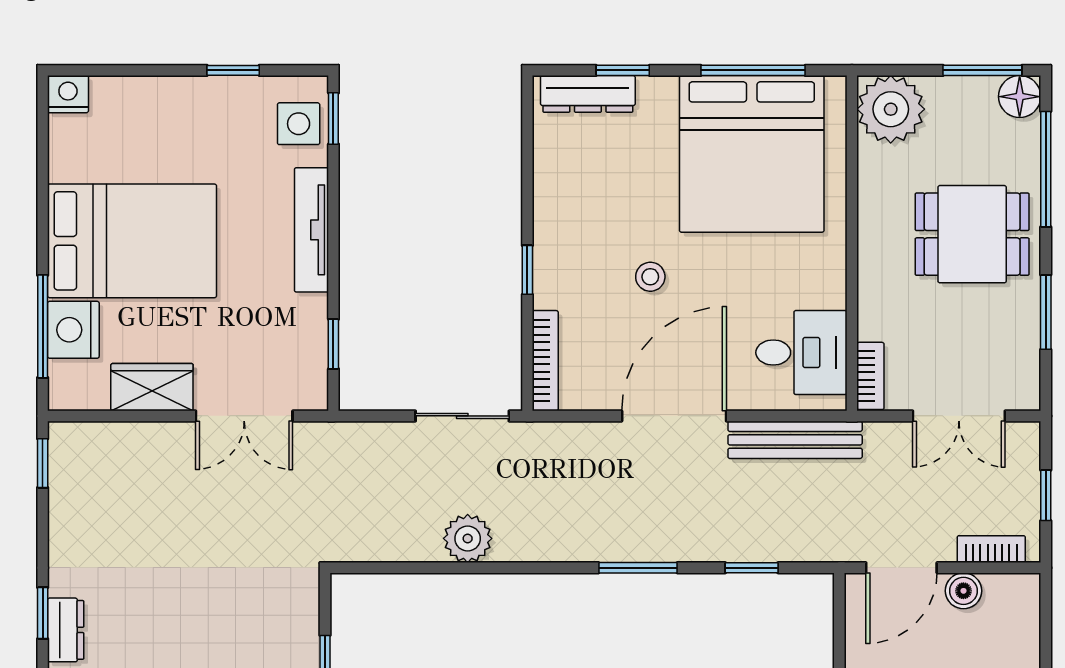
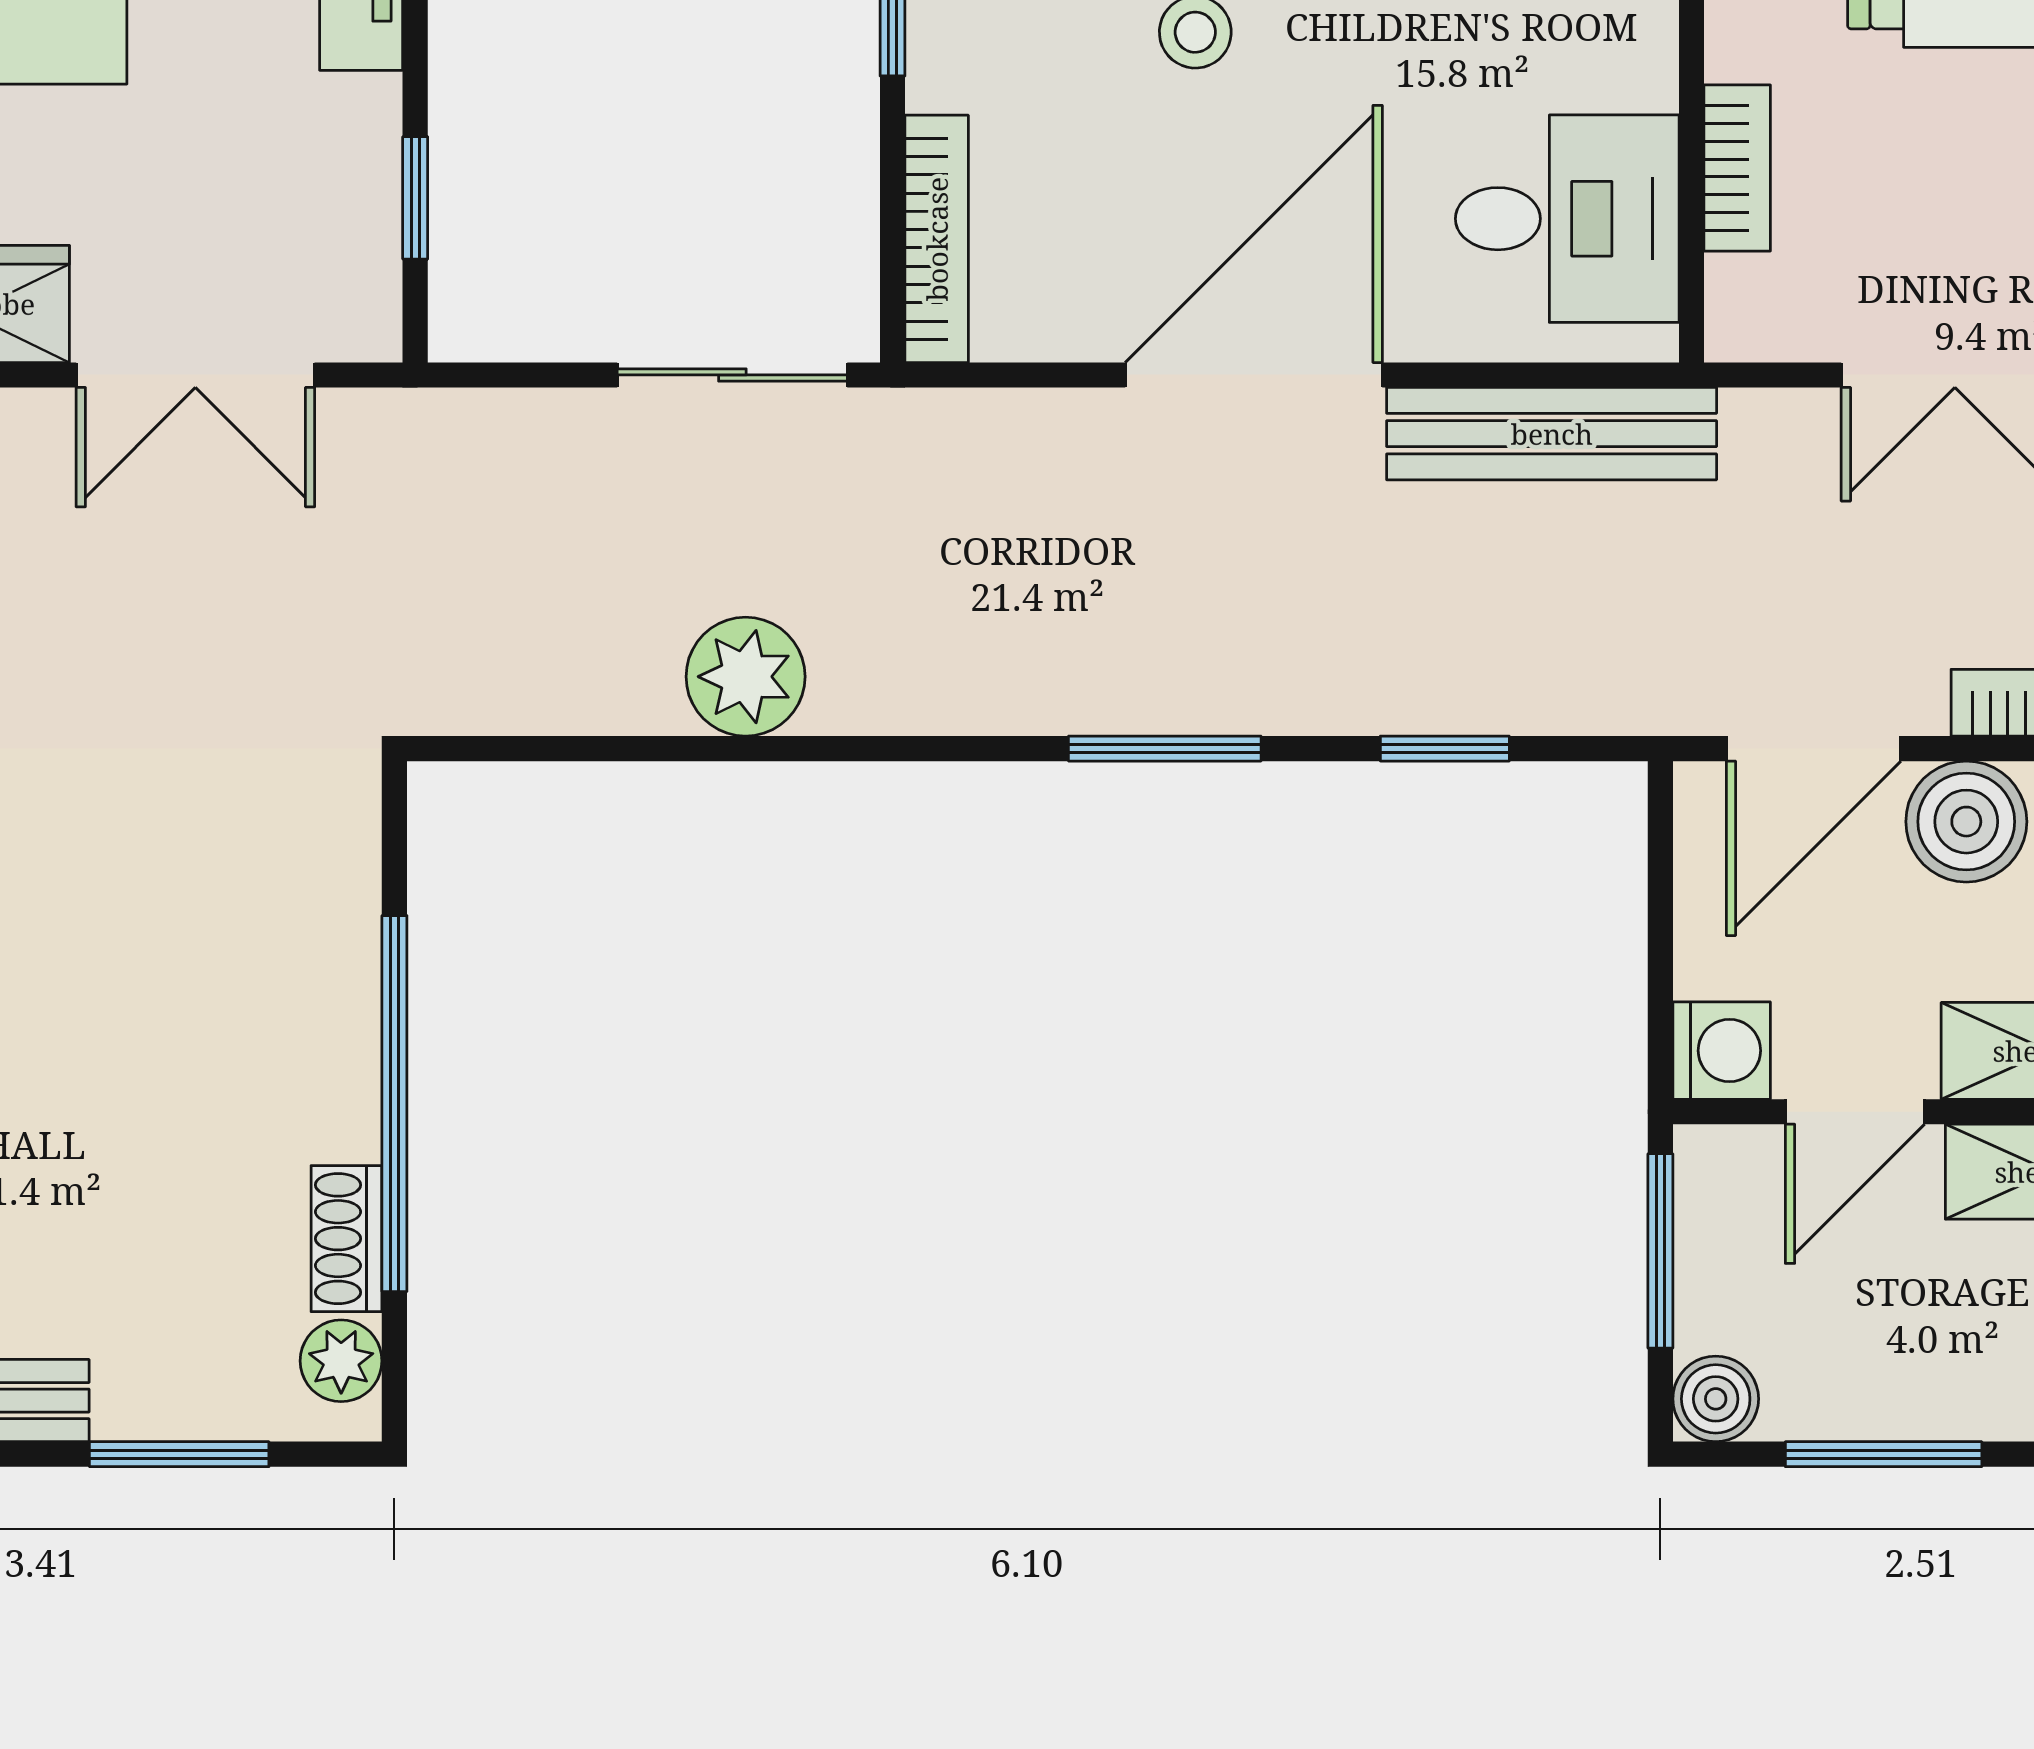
bookcase: (870, 376) -> (1737, 168), moved
boiler: (963, 591) -> (1966, 822), width x1.36, depth x1.36

